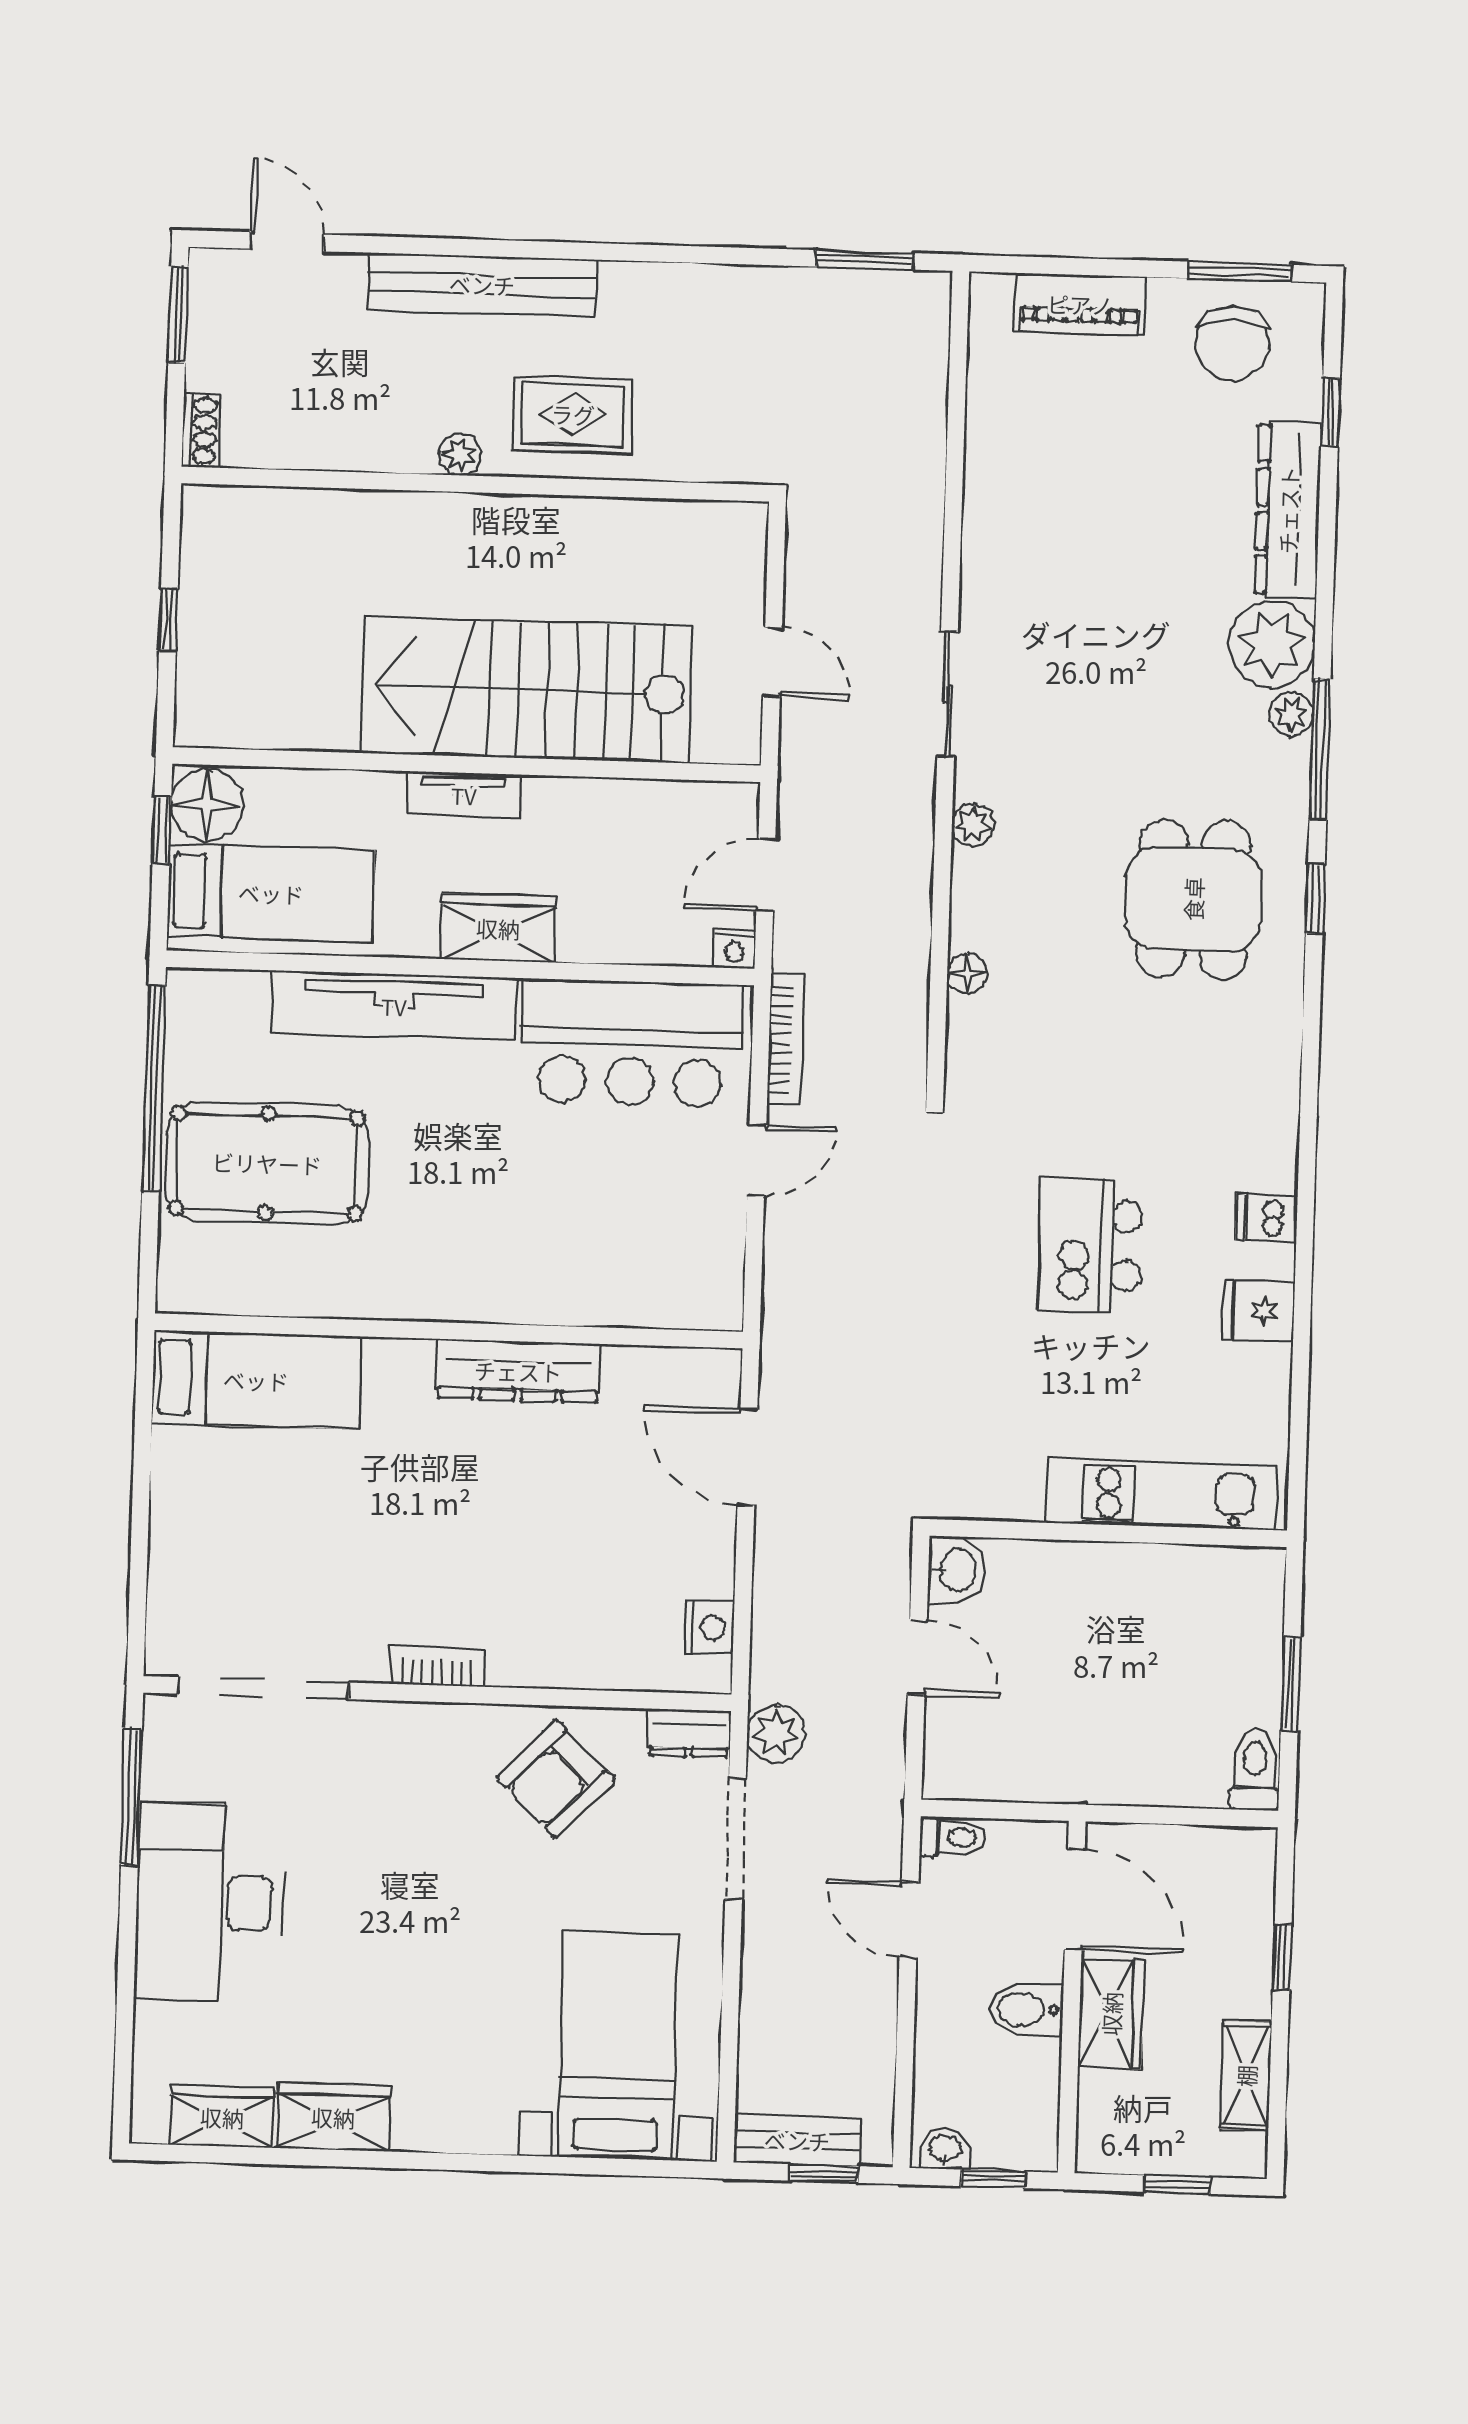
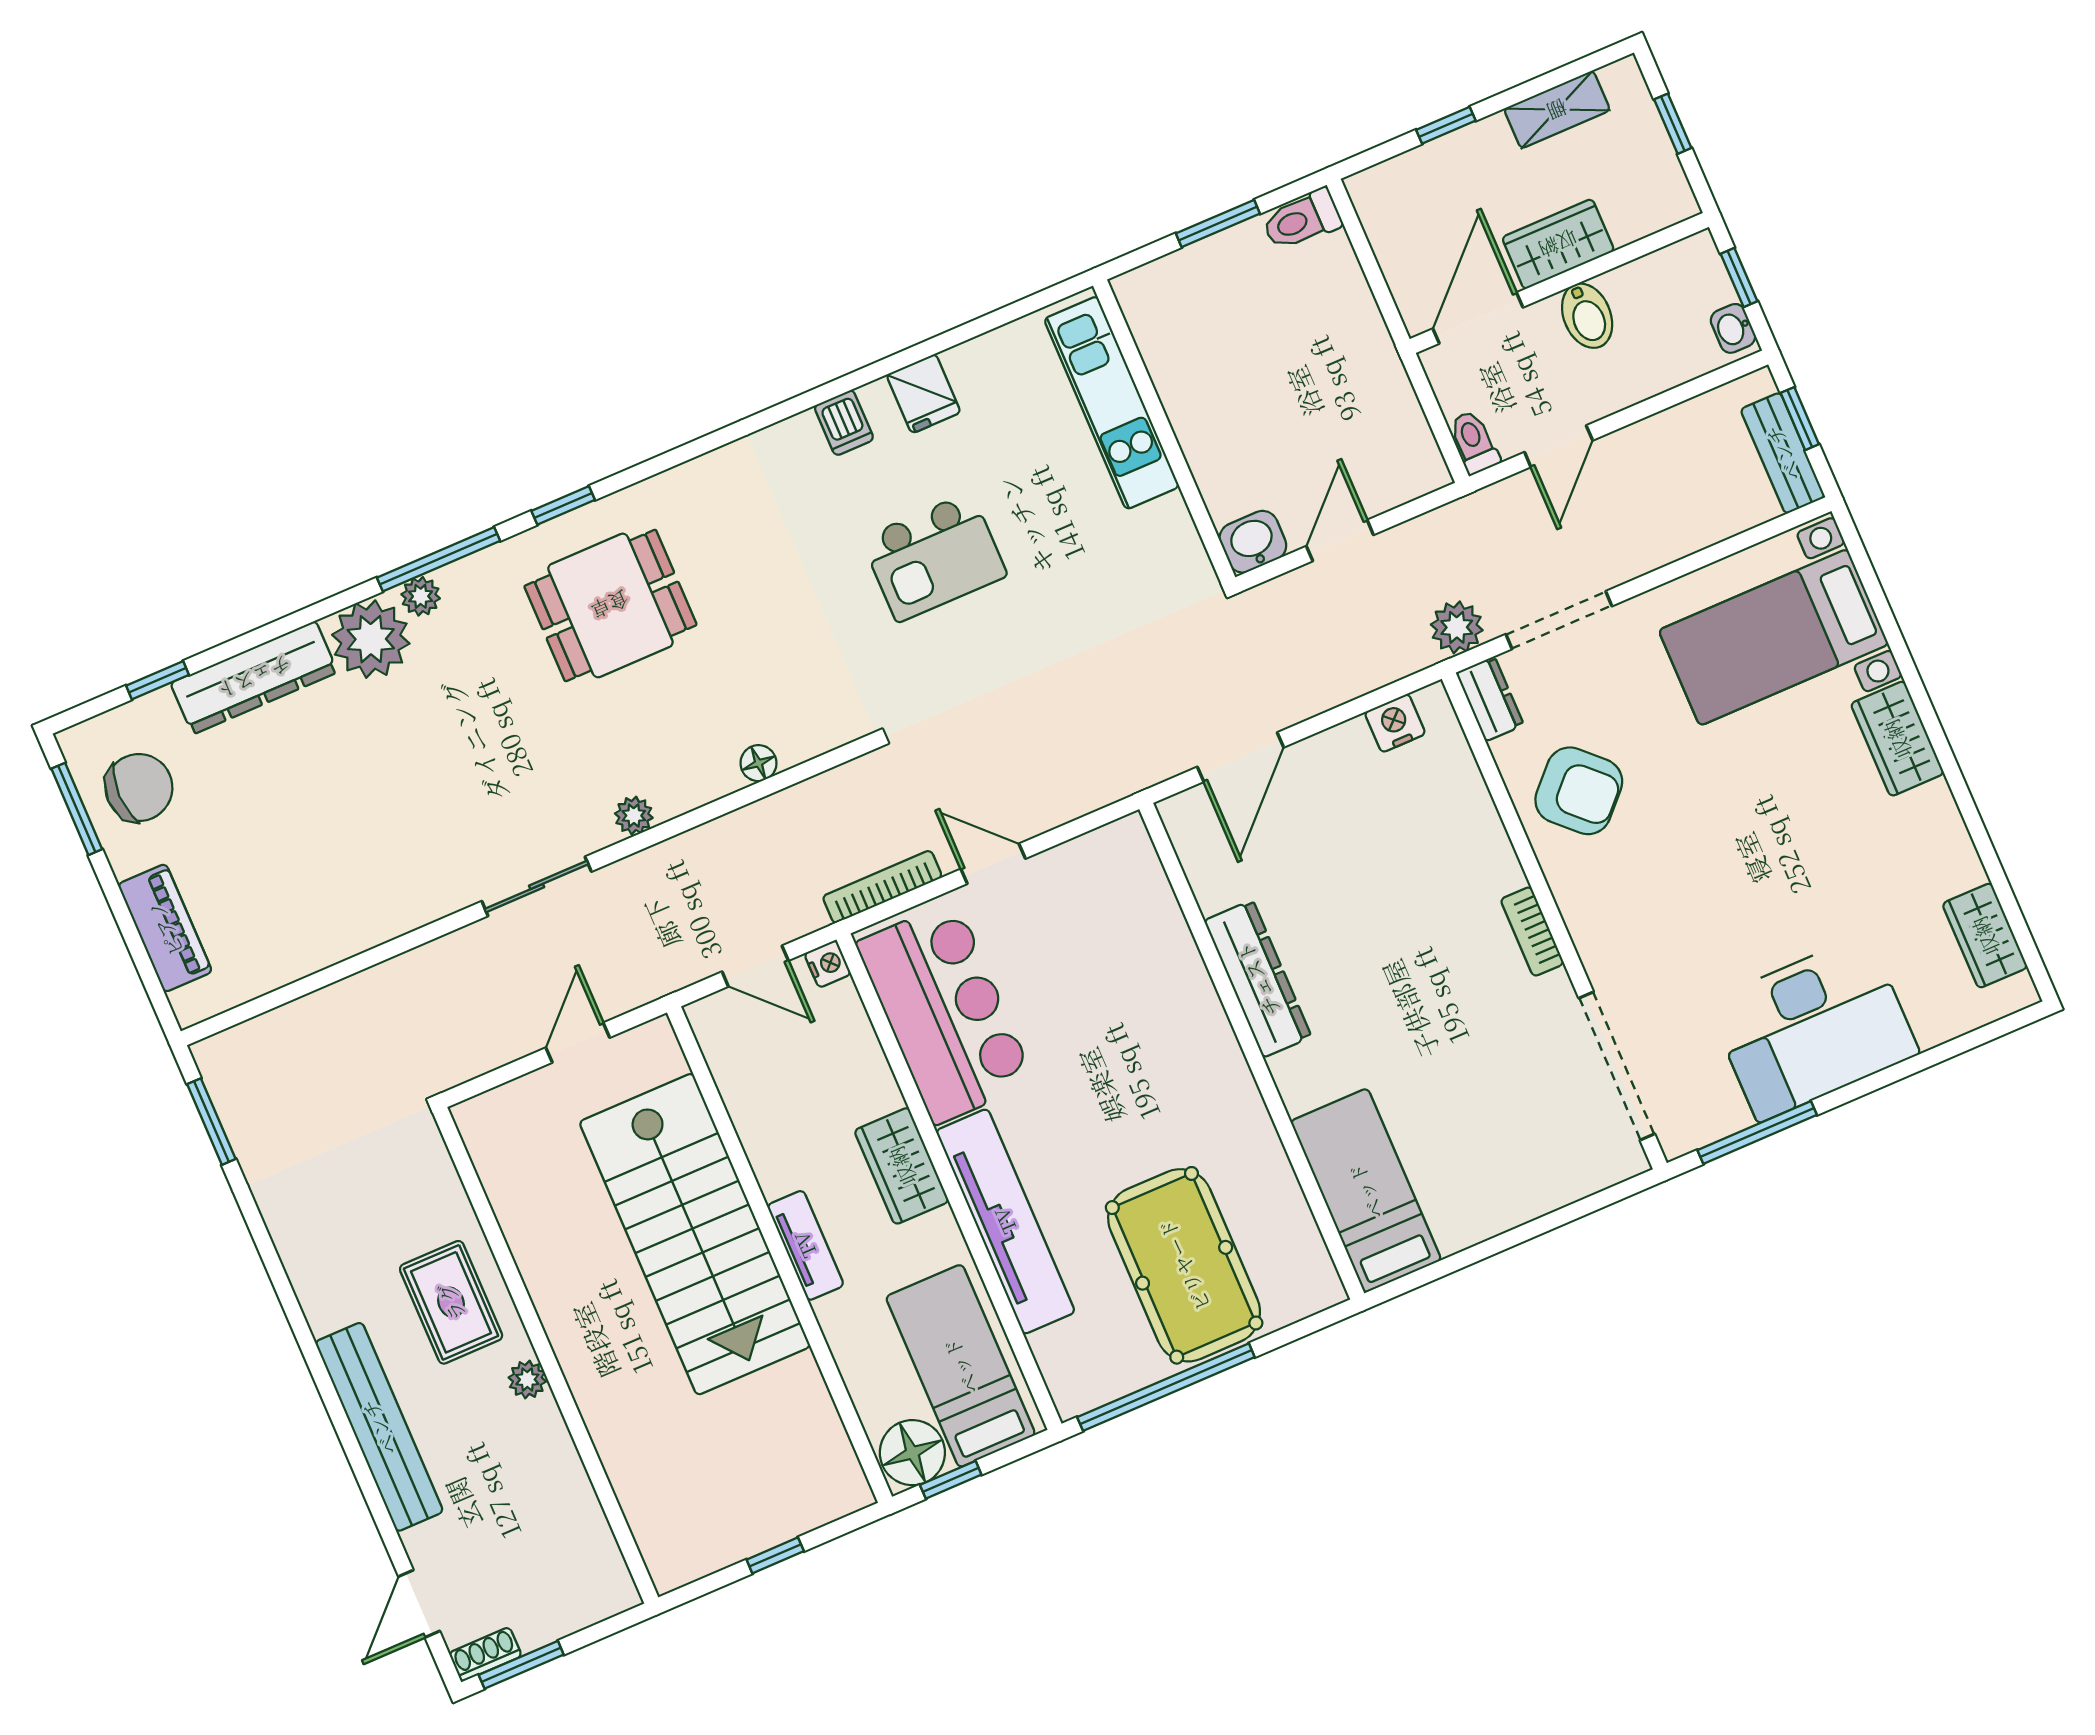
shoe rack: (200, 431) -> (485, 1654), moved
wardrobe: (333, 2117) -> (1897, 739), moved

